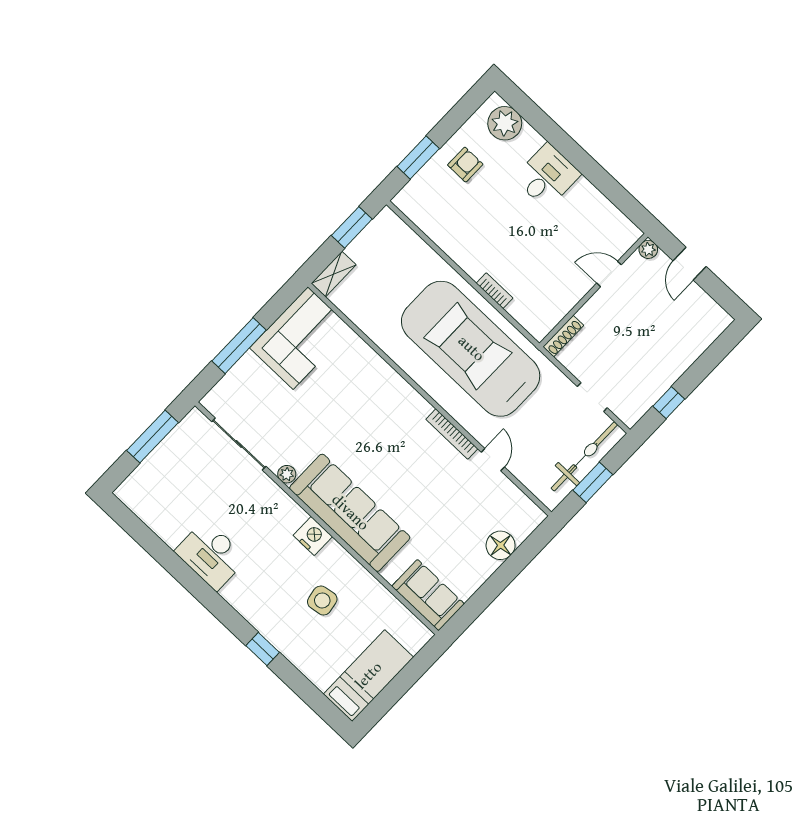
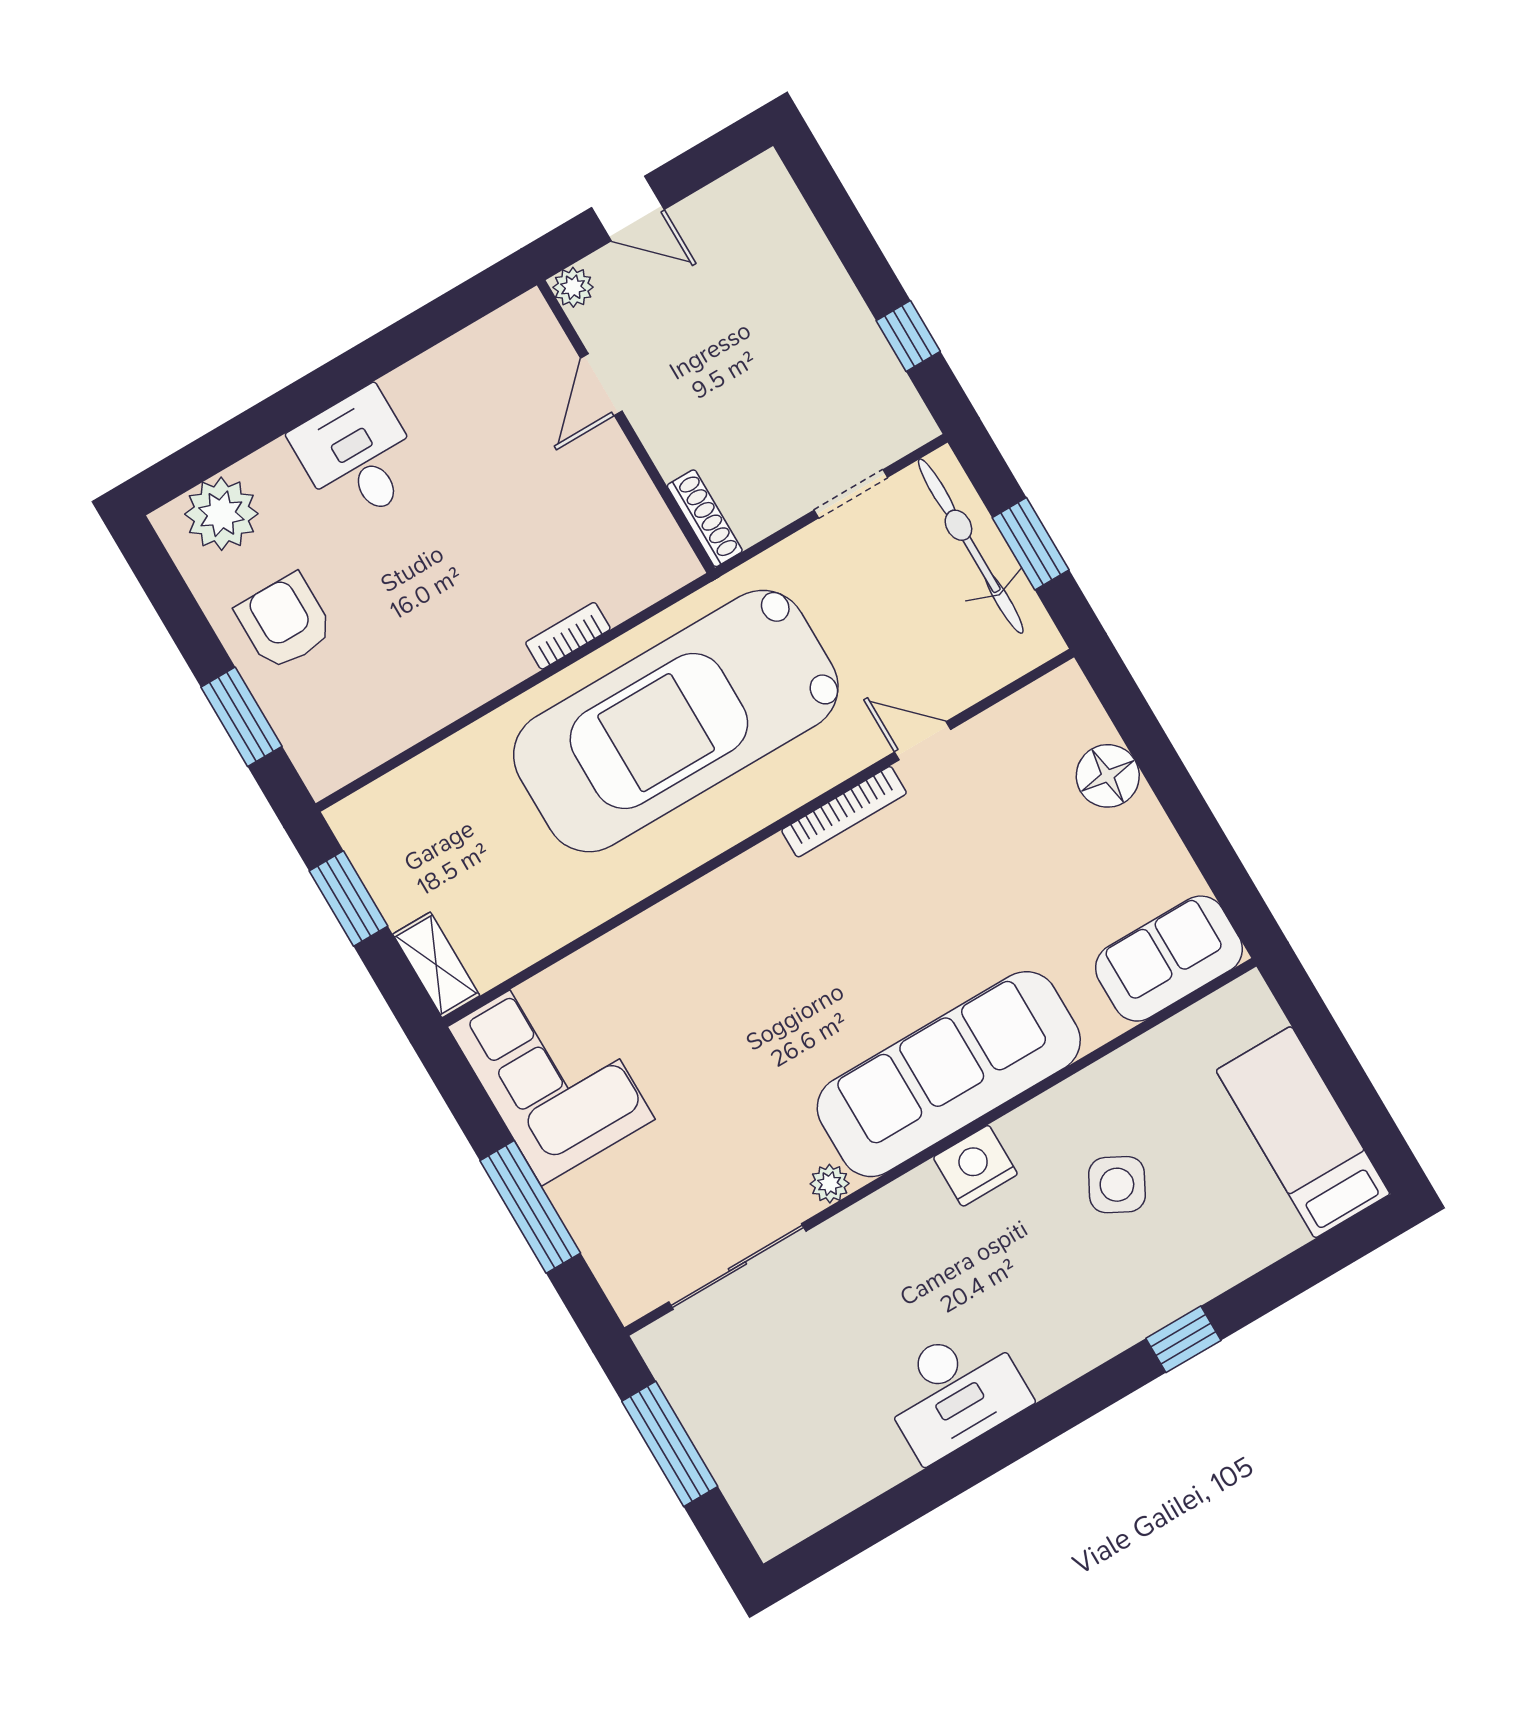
armchair: (465, 165) -> (285, 622), width x1.38, depth x1.38
side table: (322, 600) -> (1117, 1185), turned 38

